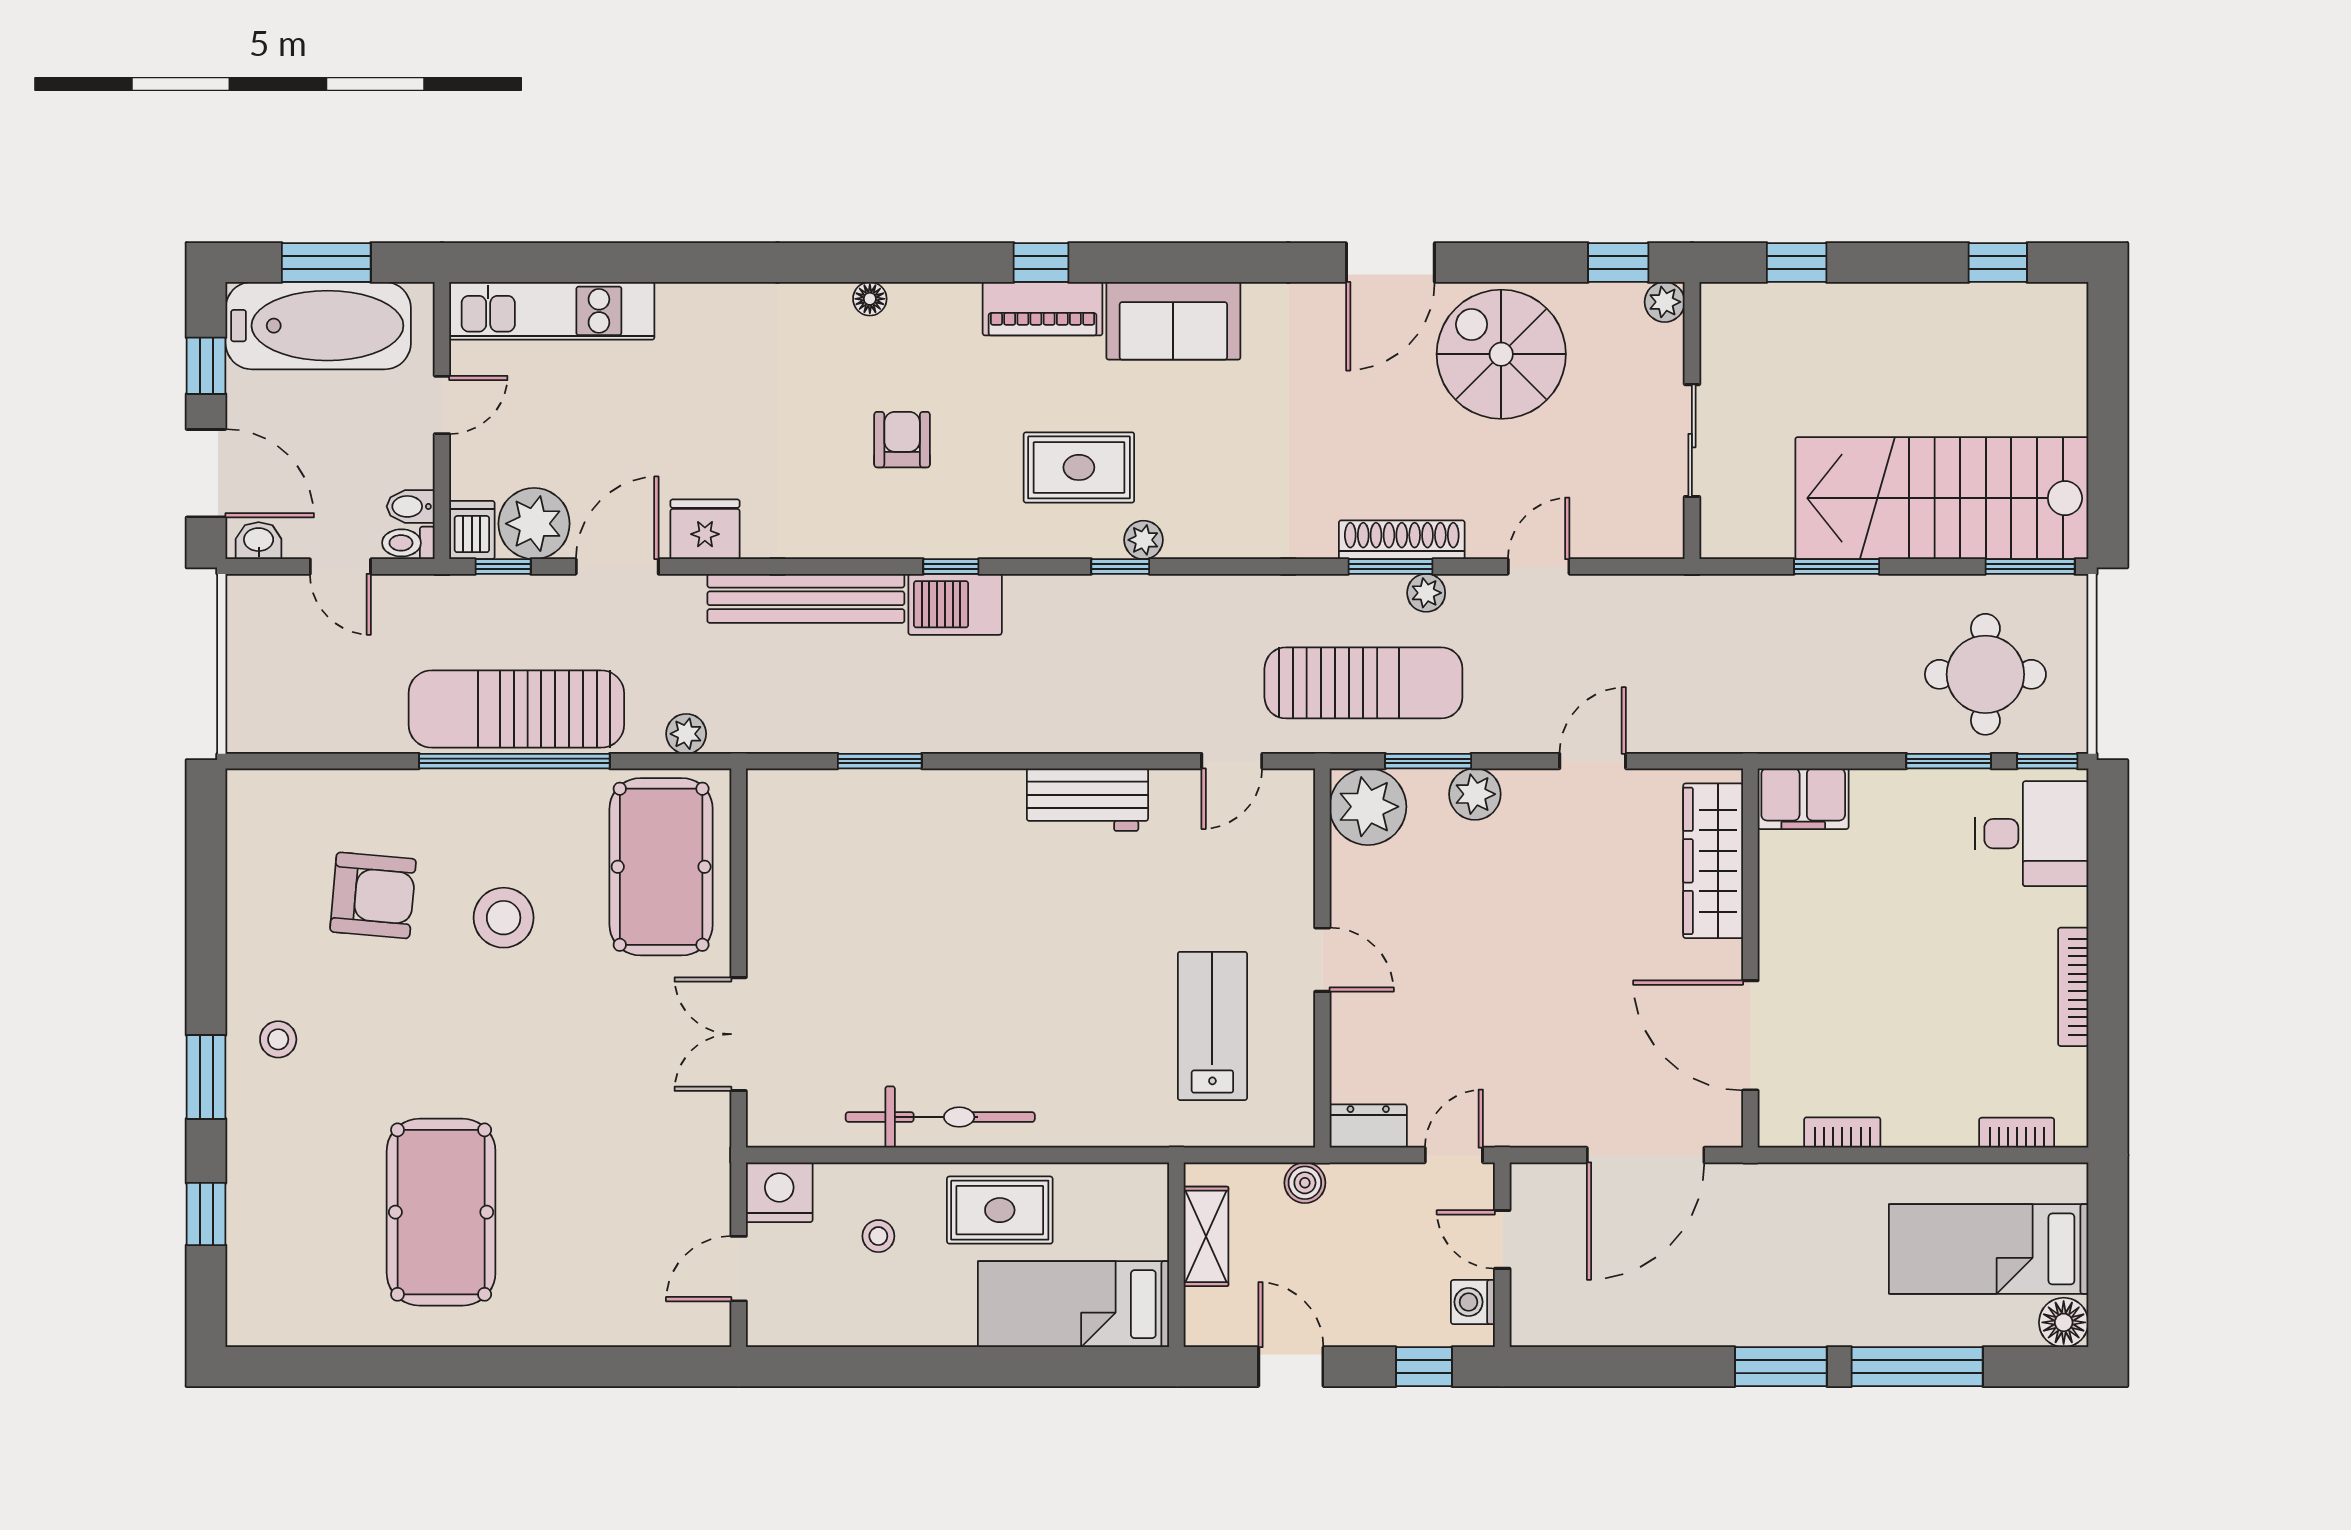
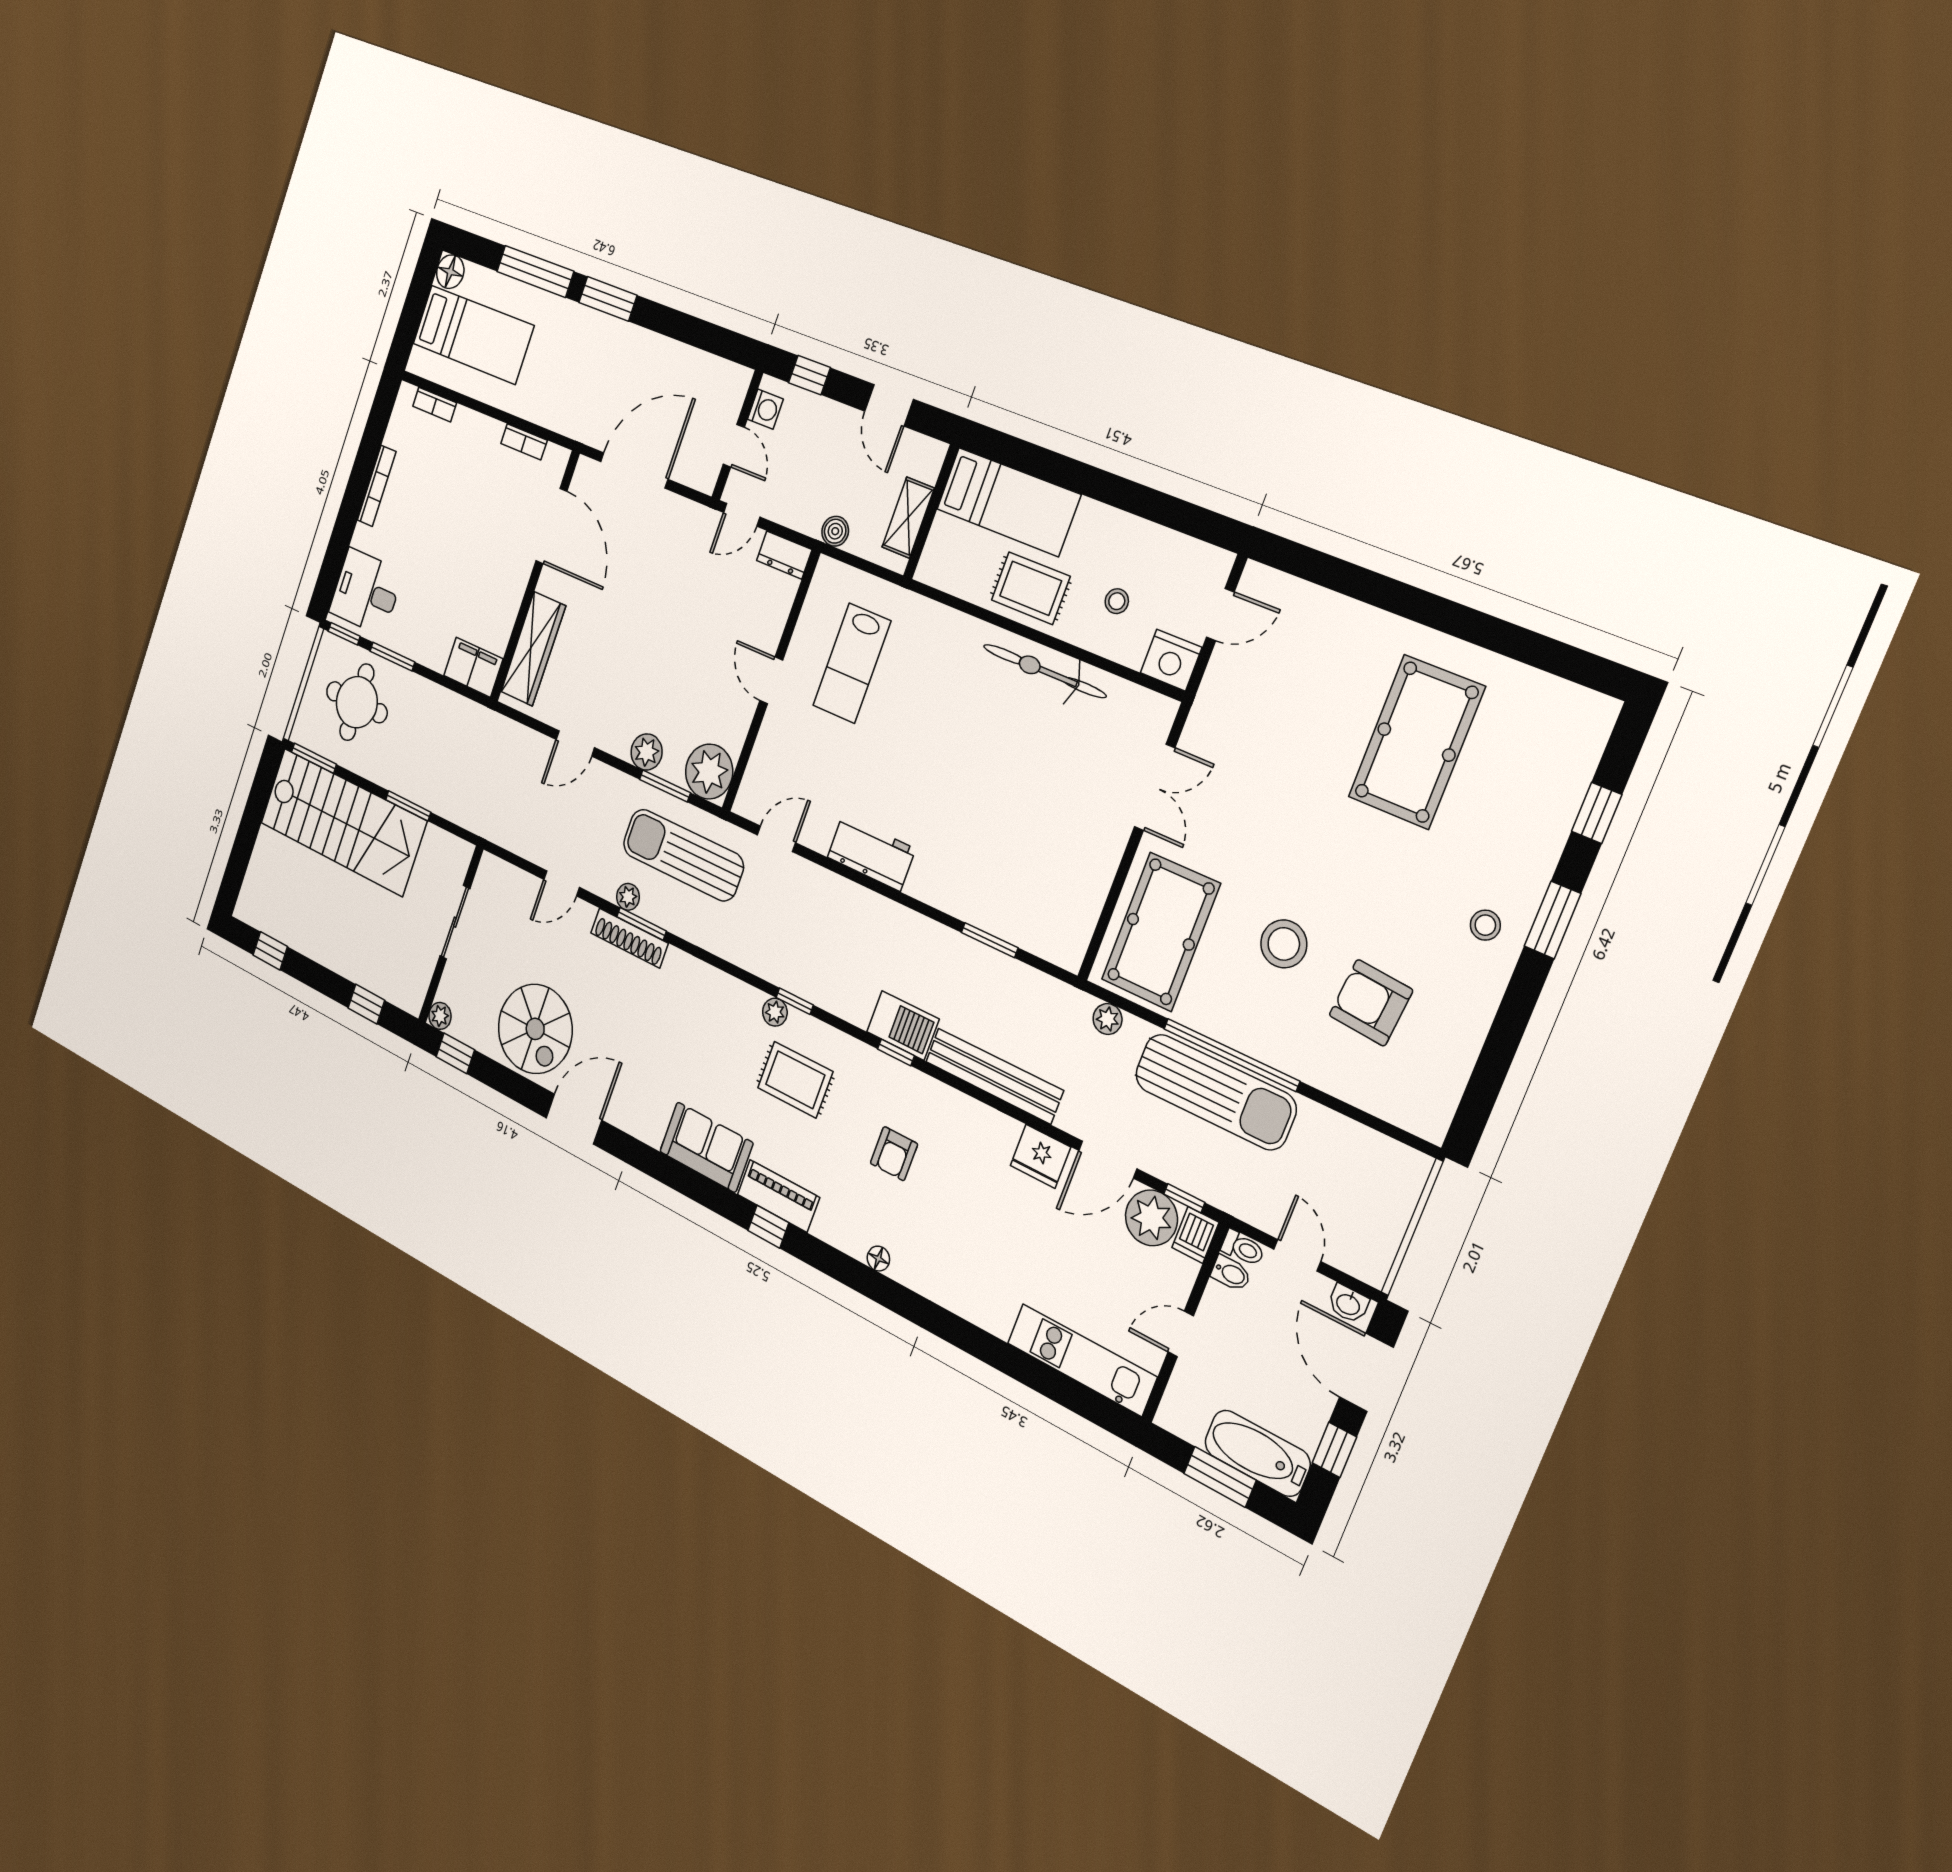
bathtub: (318, 326) -> (1257, 1453), width x0.73, depth x0.73

